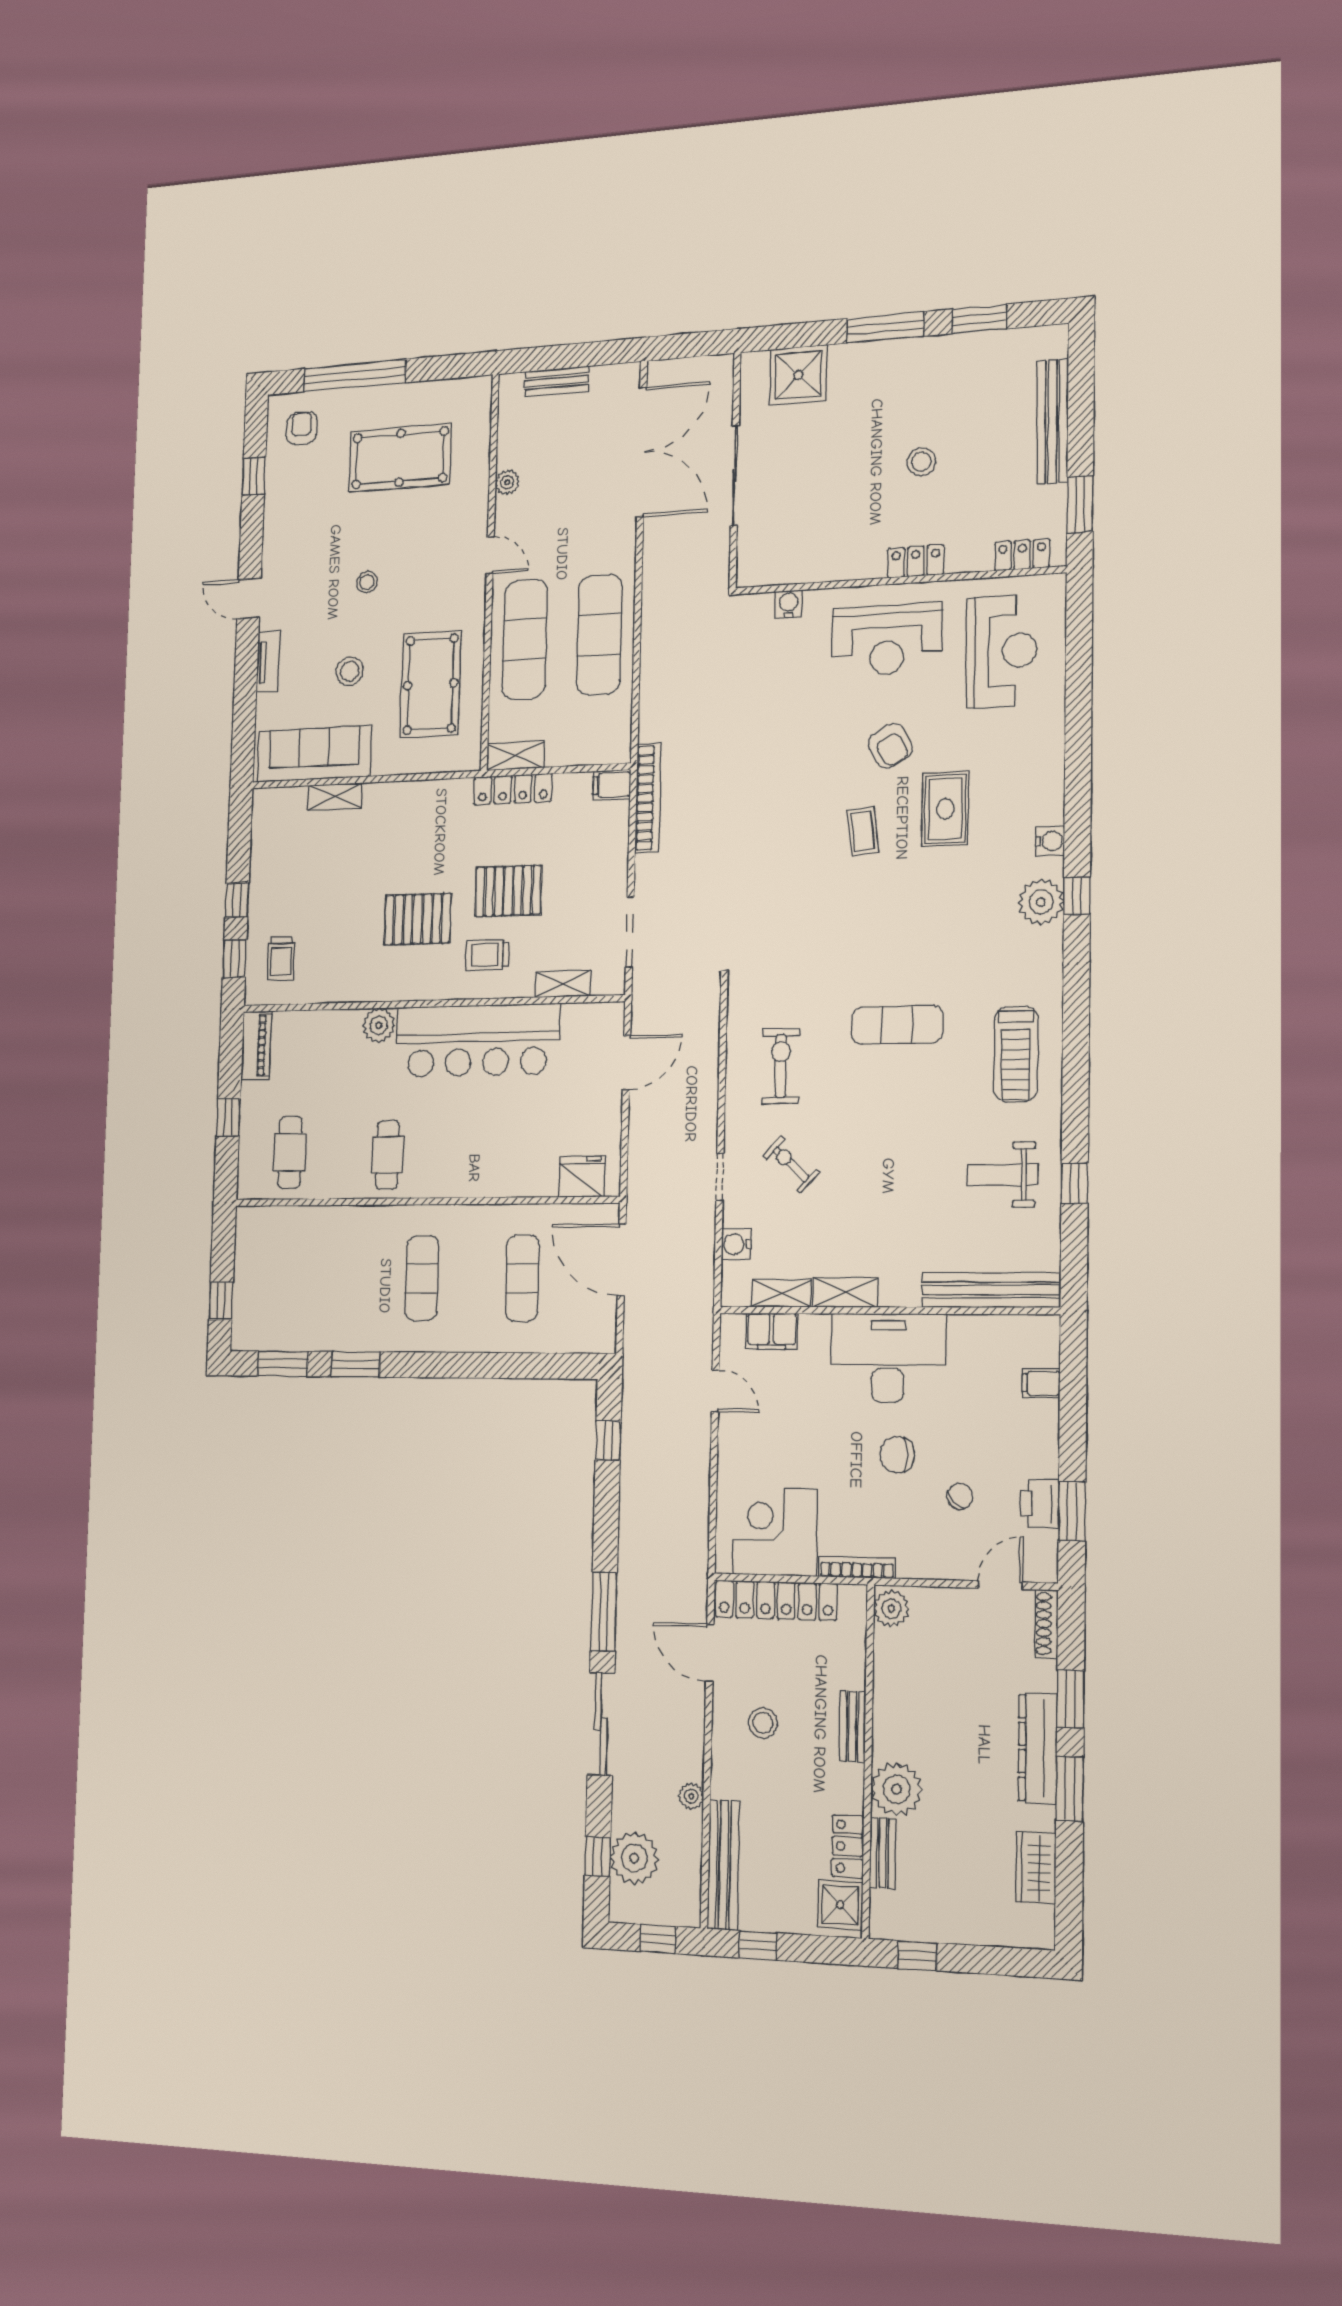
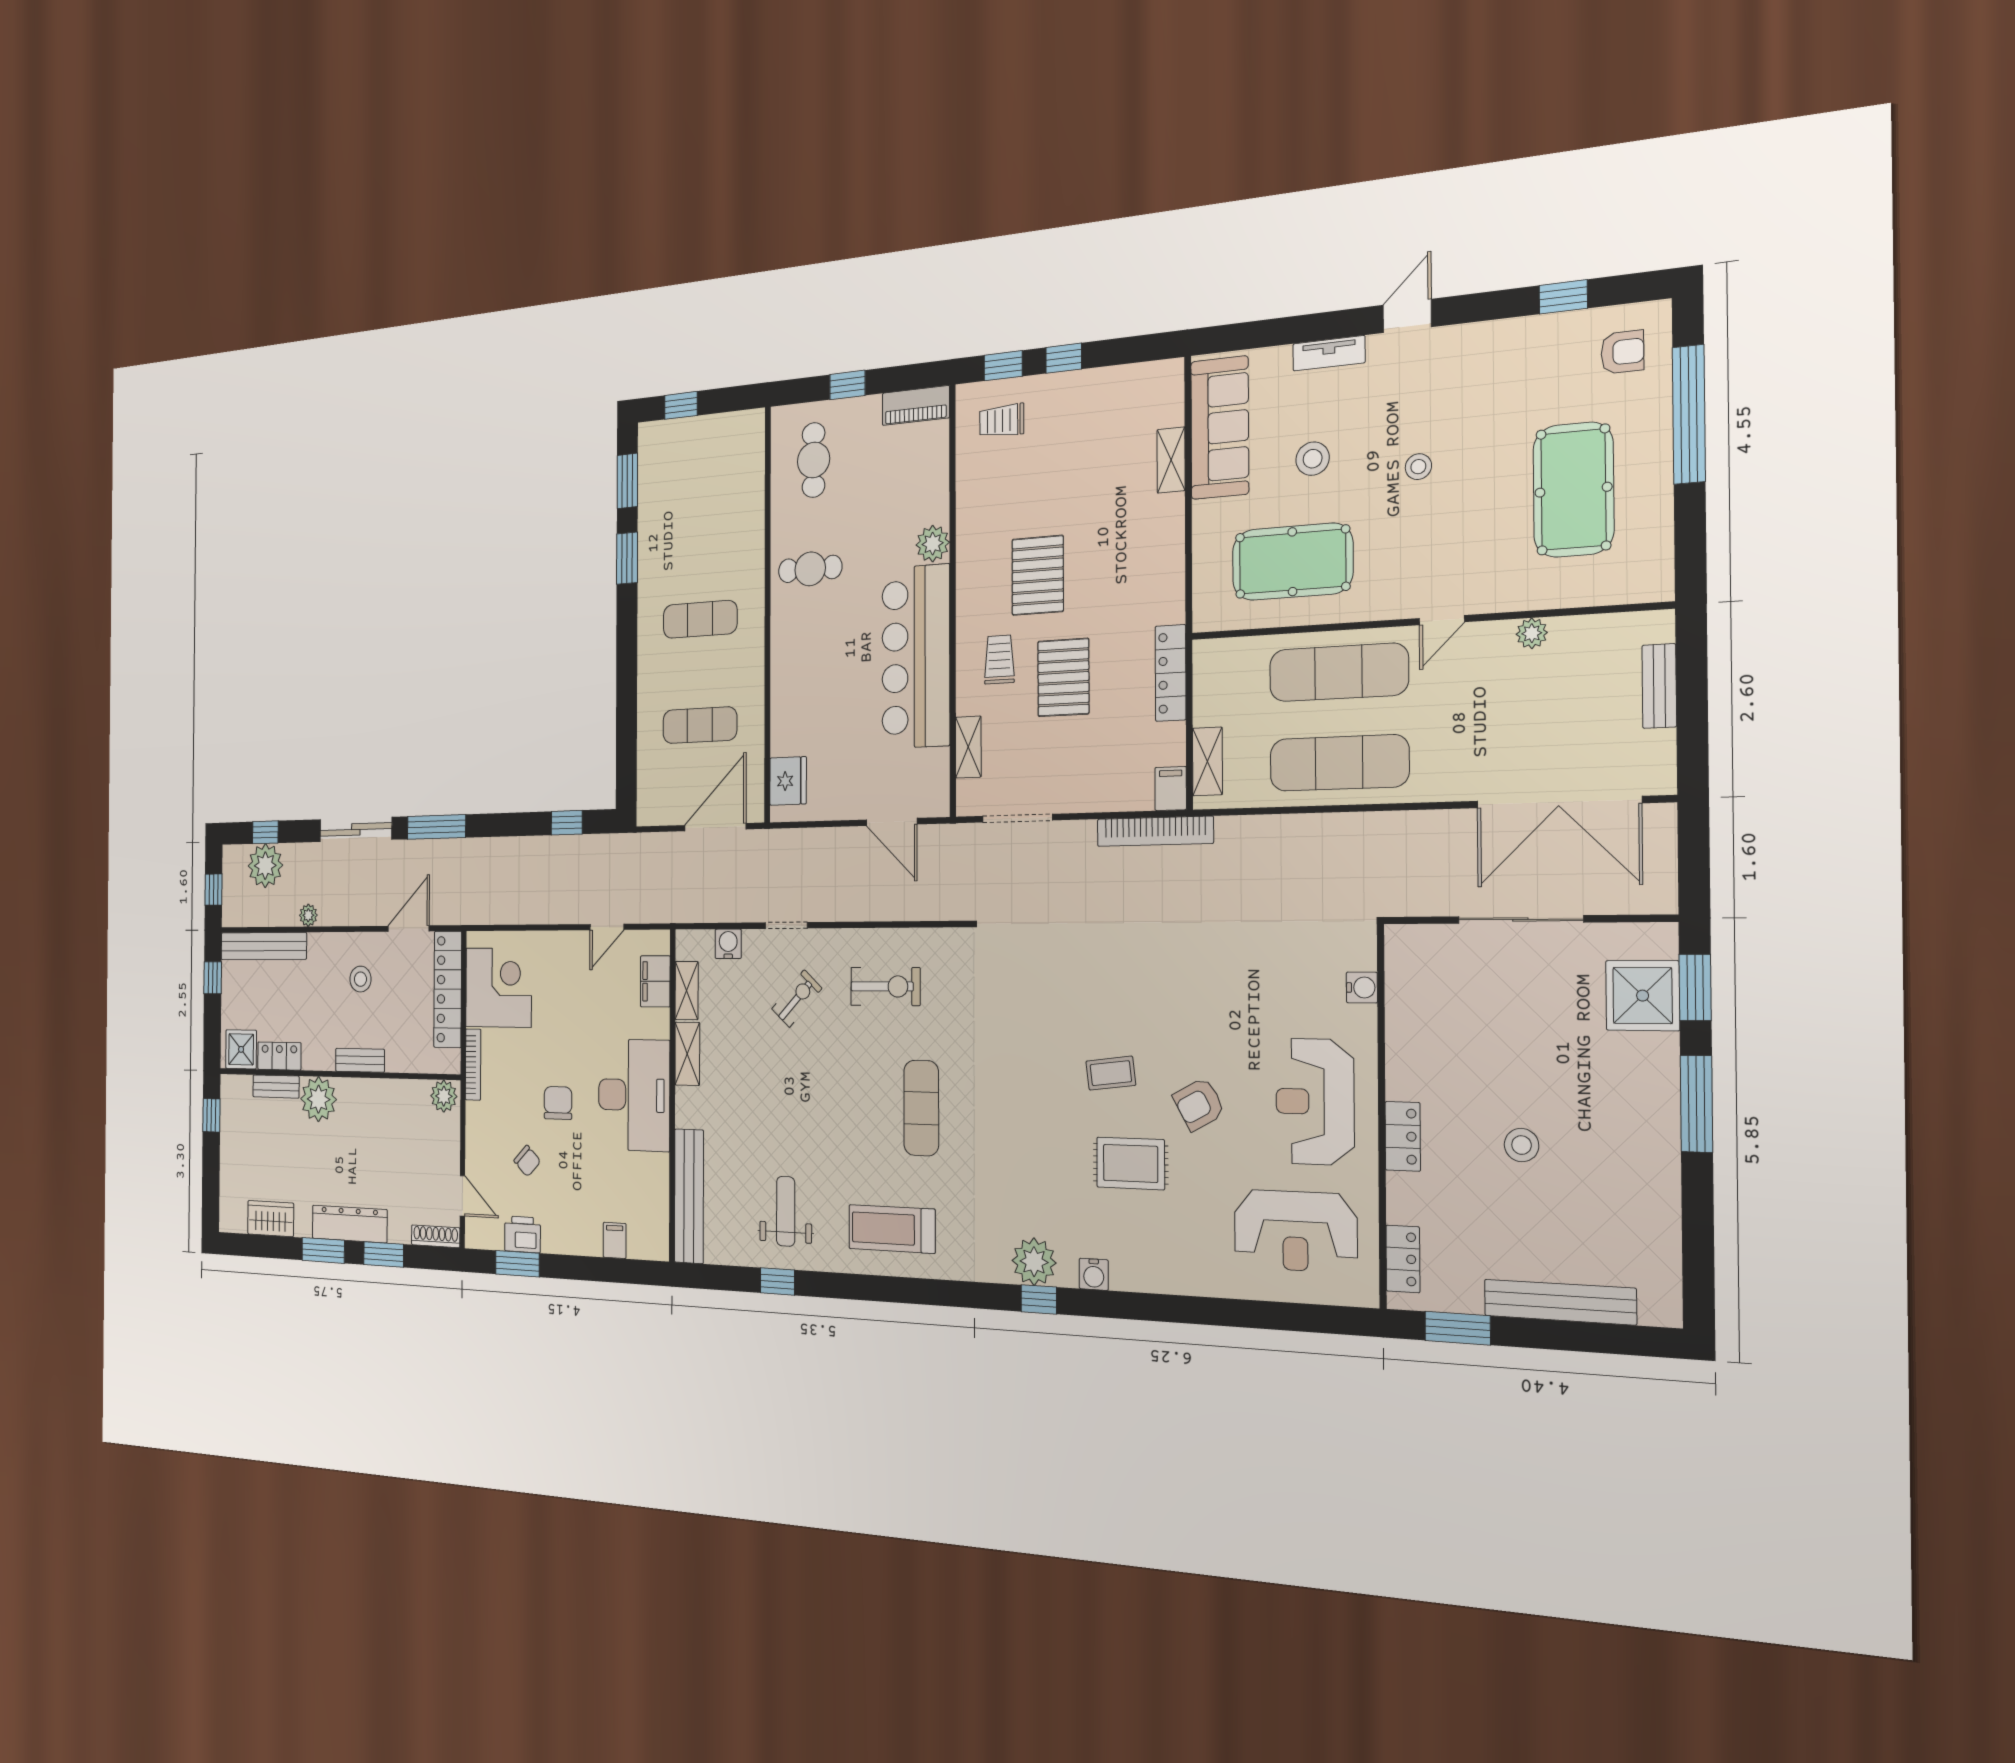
window: (979, 319) -> (1695, 987), moved
shelving: (515, 756) -> (1207, 761), moved
cafe table: (290, 1152) -> (814, 460), turned 90

